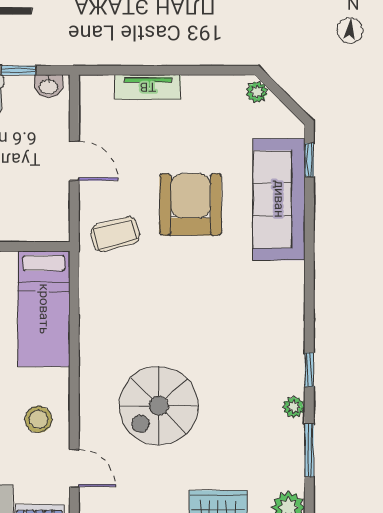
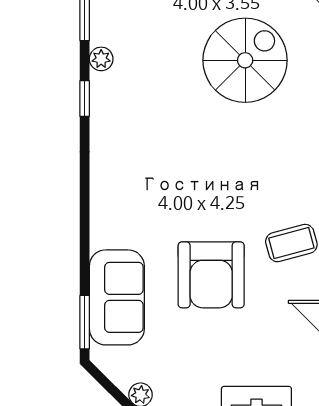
window: (309, 160) -> (85, 322), width x1.50
sofa: (279, 199) -> (117, 297), width x0.73

